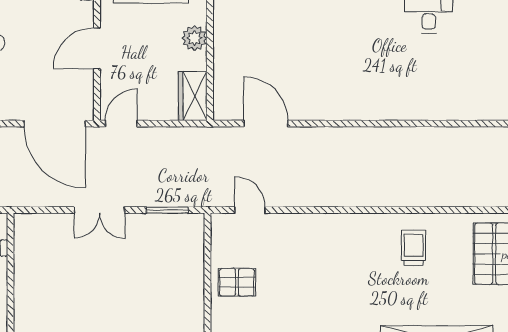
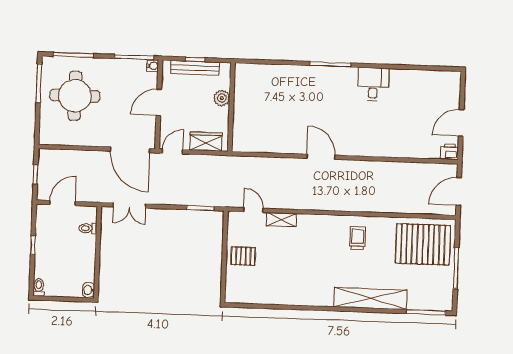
wardrobe: (193, 96) -> (206, 142), moved, turned 90
door: (266, 124) -> (321, 157), moved
double door: (99, 210) -> (129, 205), moved
shelving: (294, 223) -> (281, 220), added

